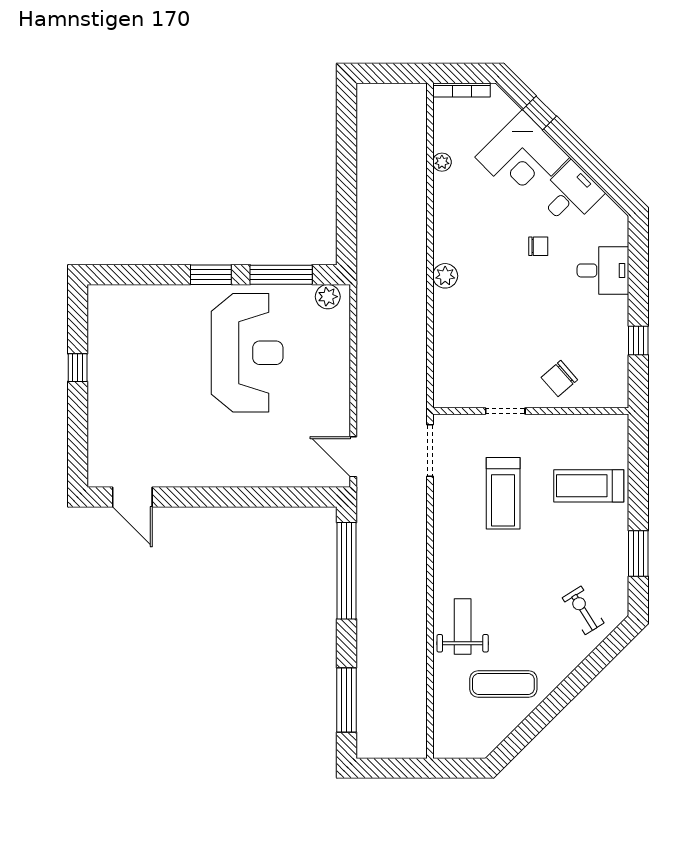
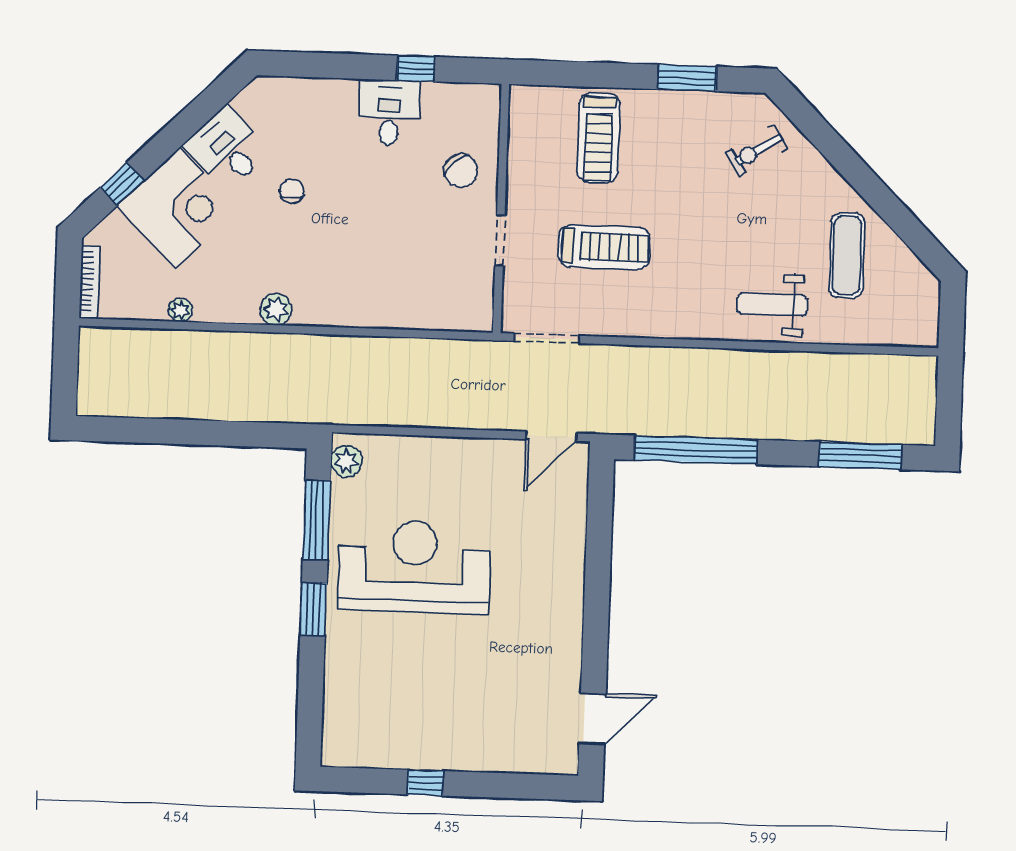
desk: (603, 270) -> (389, 112), moved
plant: (445, 276) -> (276, 309), moved

